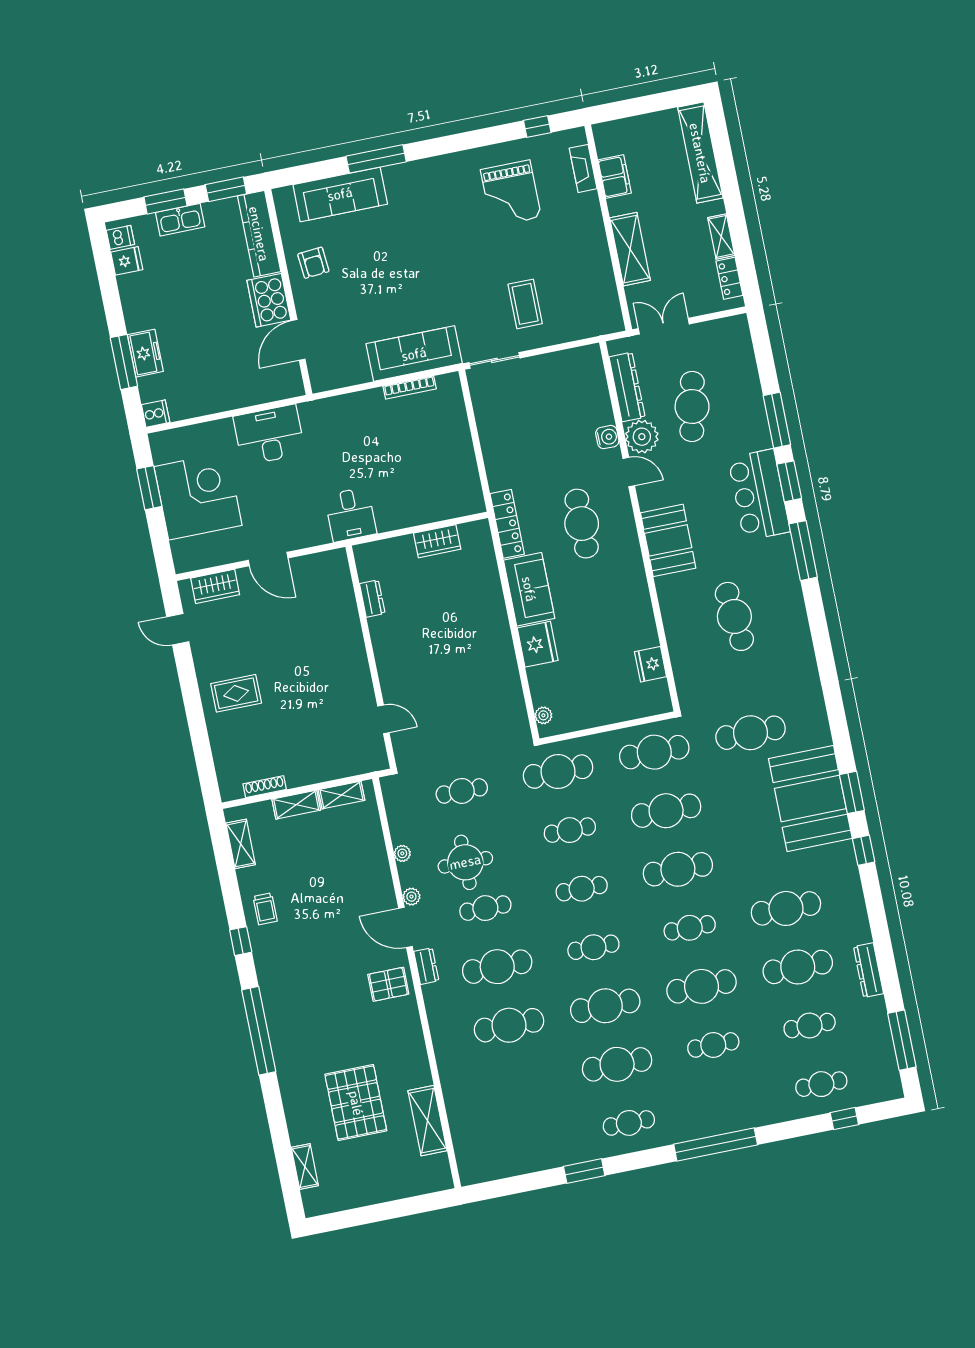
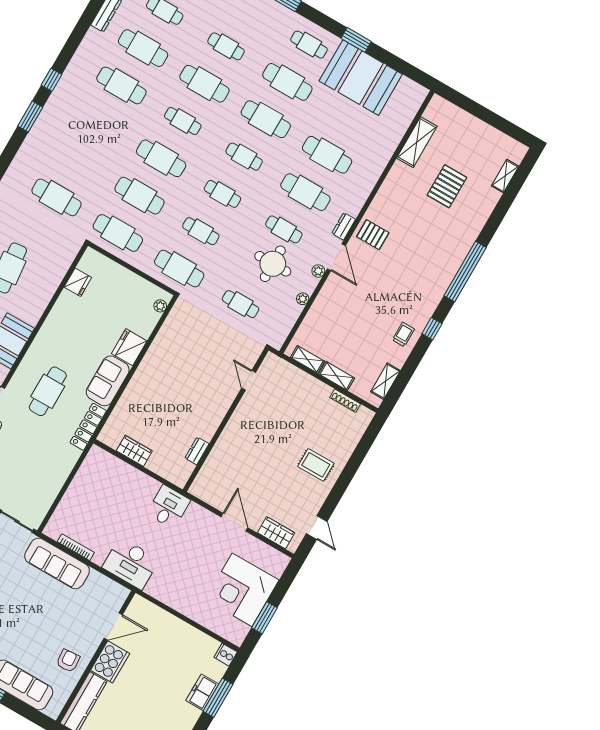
desk: (269, 435) -> (131, 564), moved
booth: (810, 798) -> (361, 78), moved, turned 90
pallet: (356, 1103) -> (447, 186), width x0.73, depth x0.71

